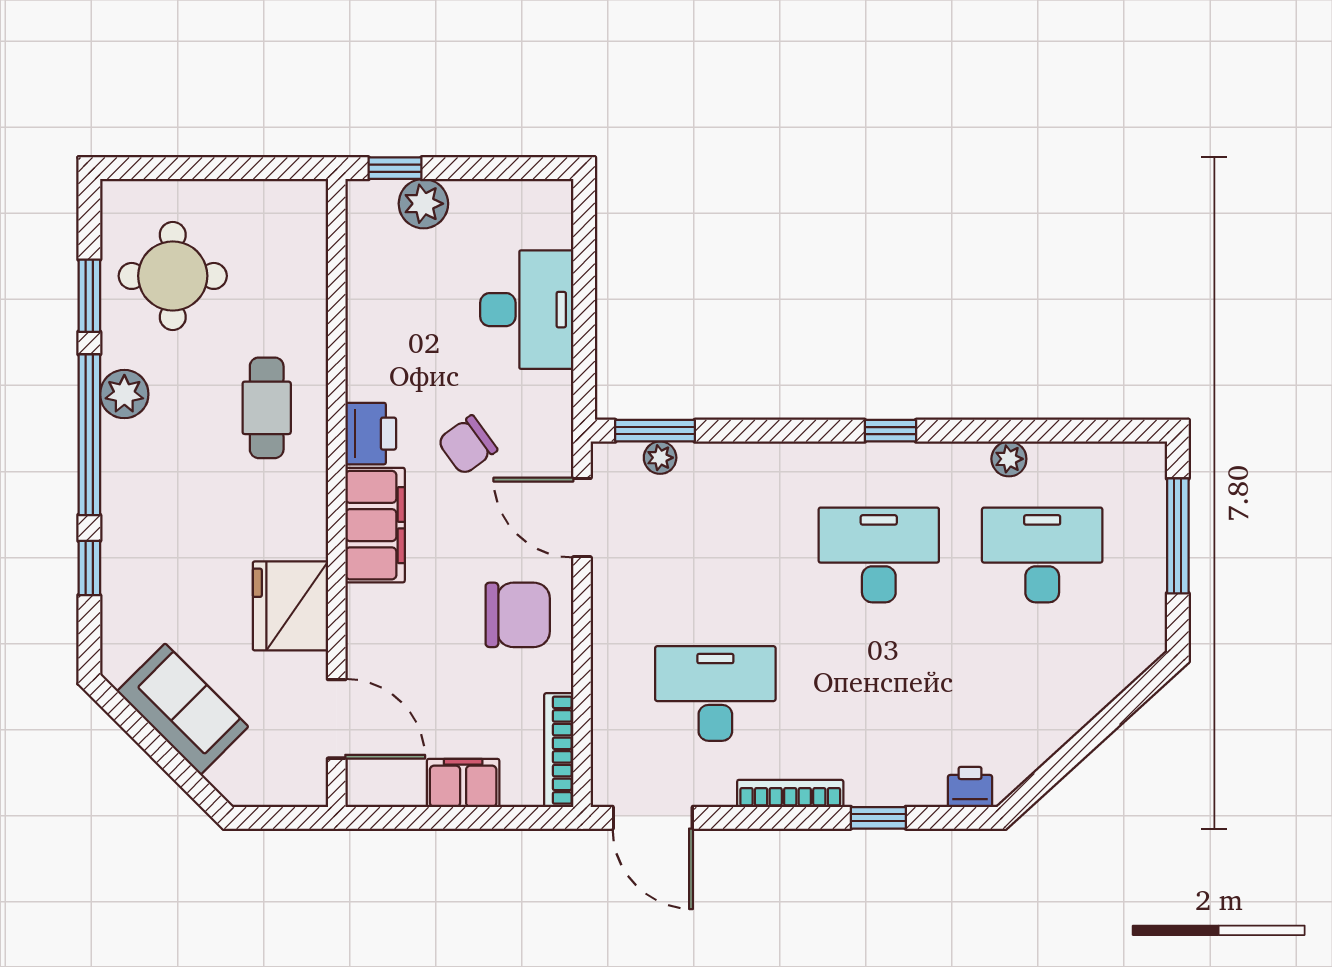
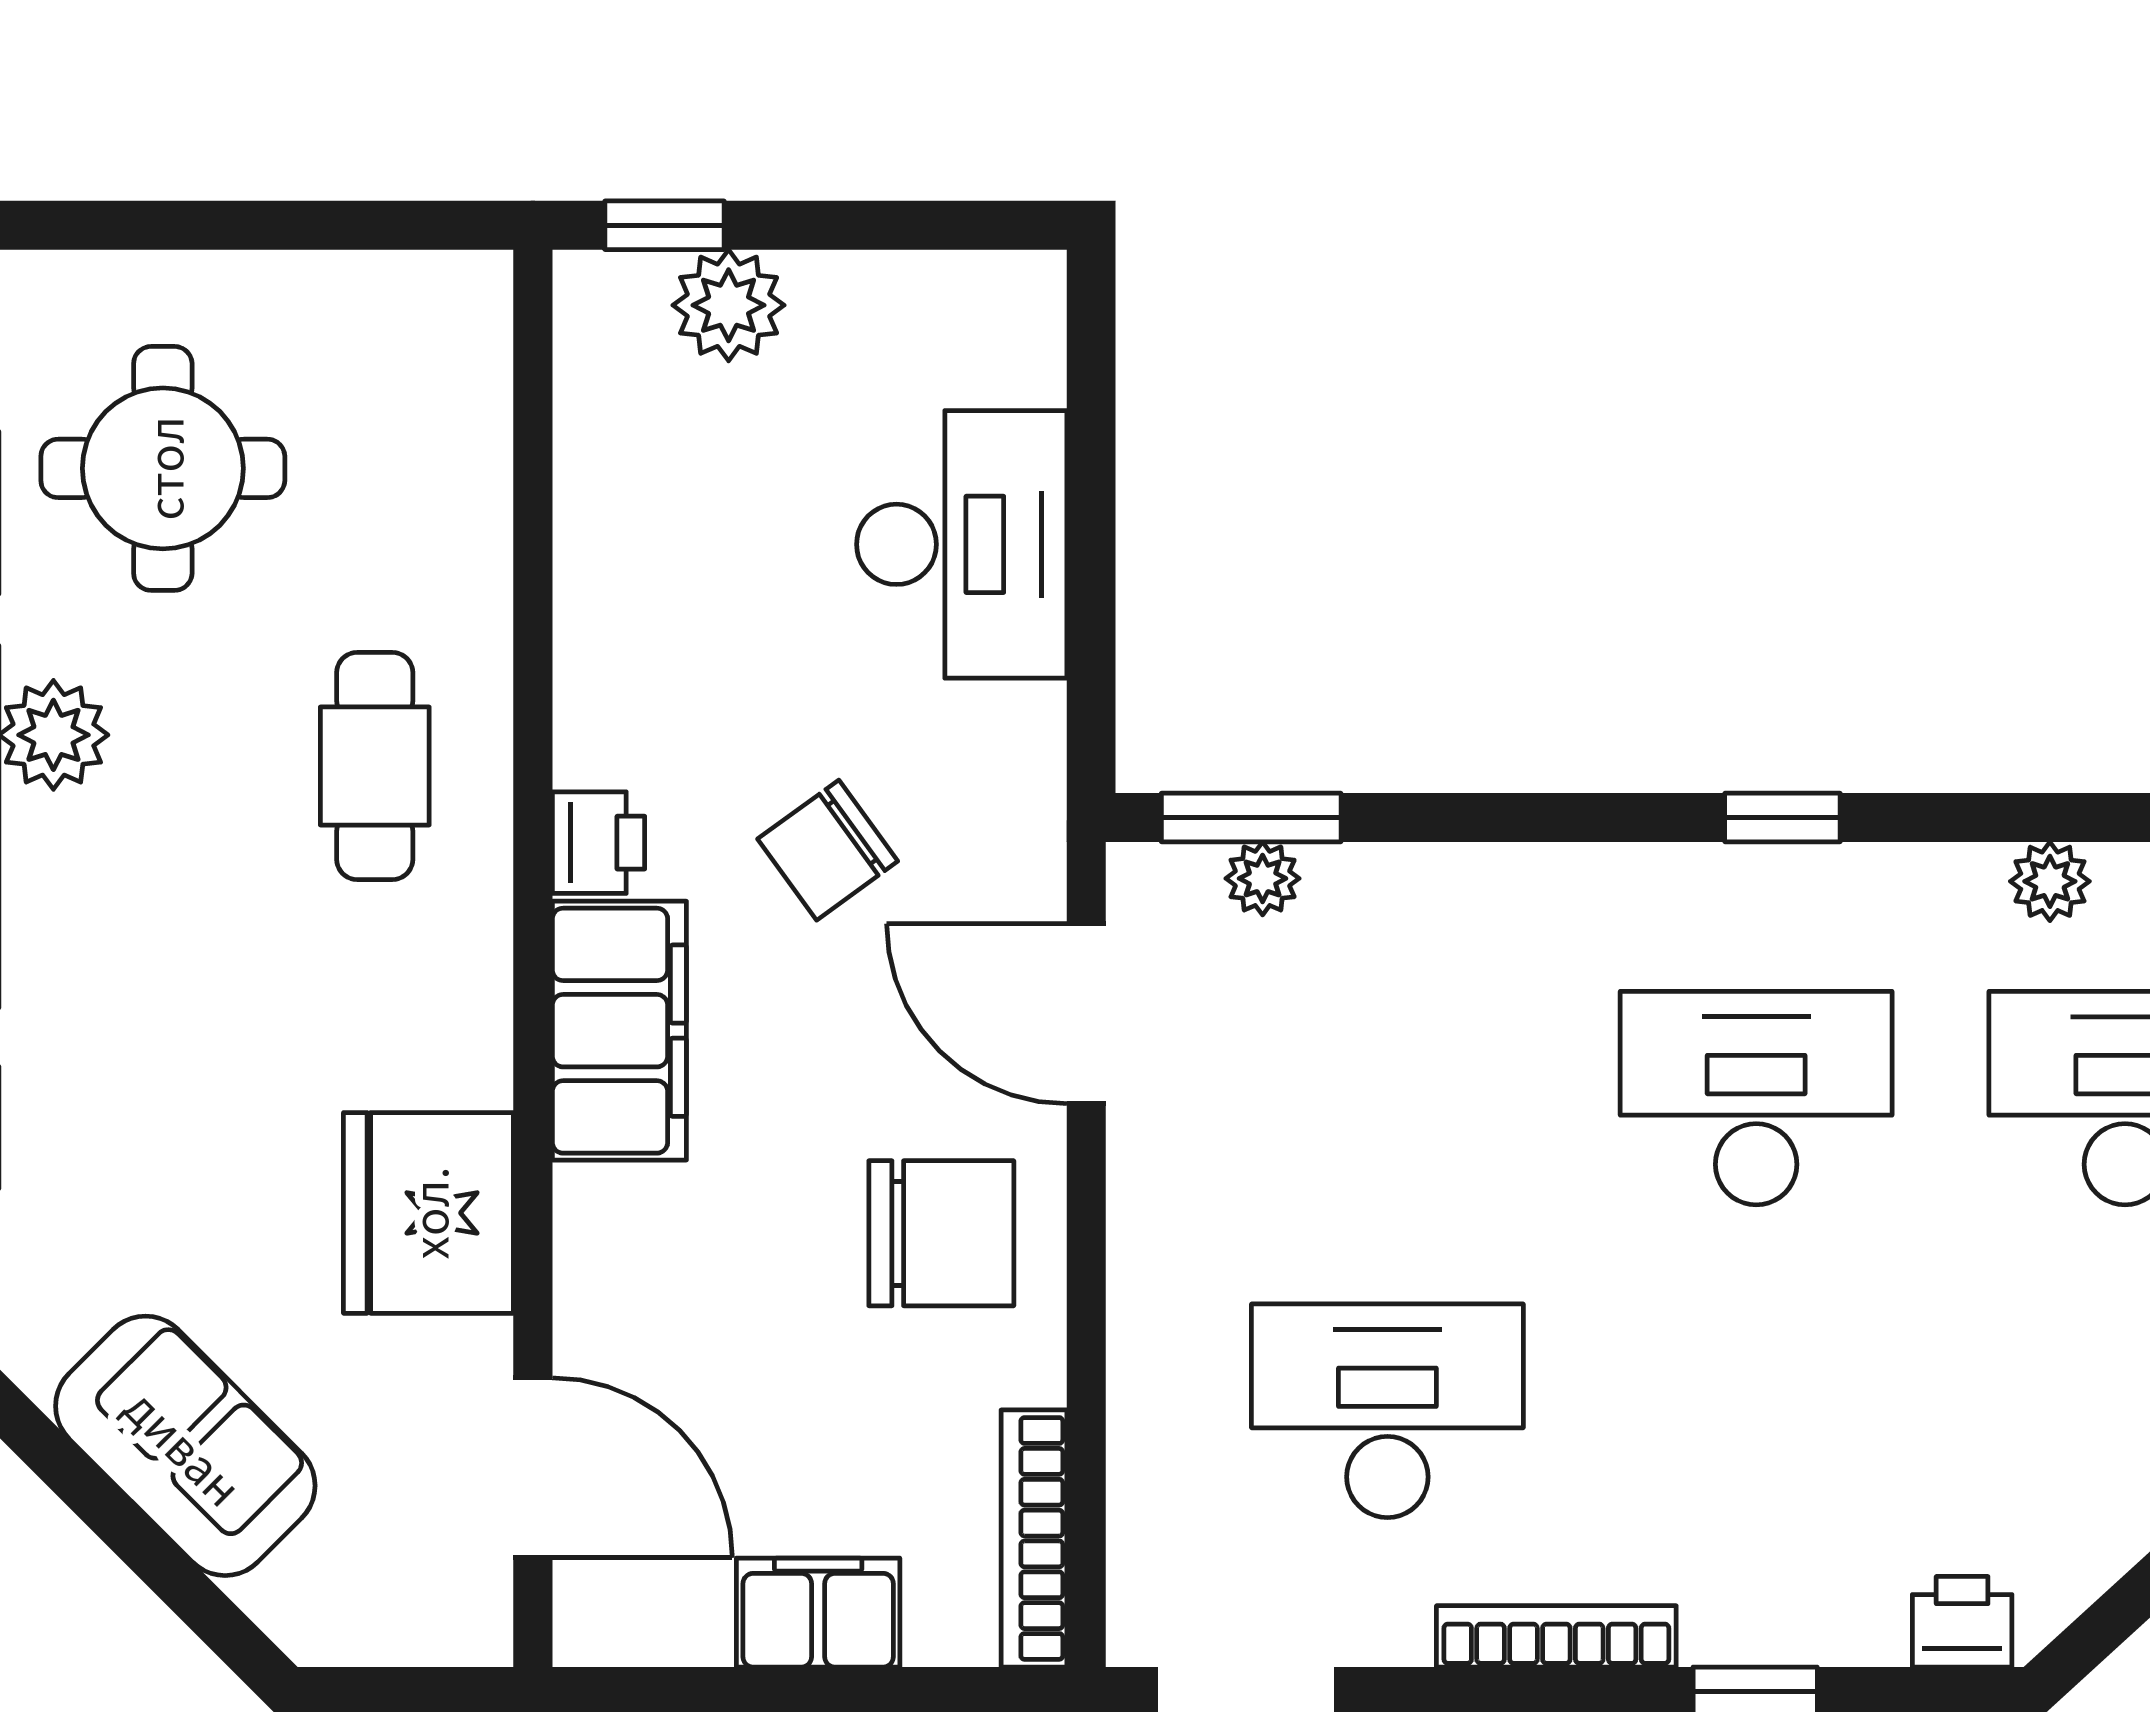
printer: (371, 434) -> (598, 843), width x0.73, depth x0.81

